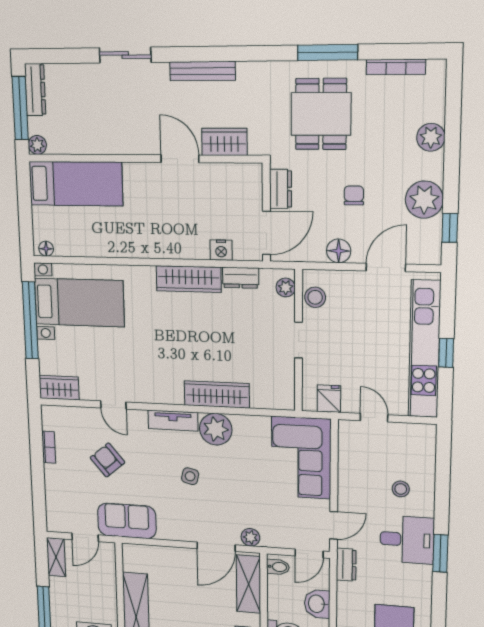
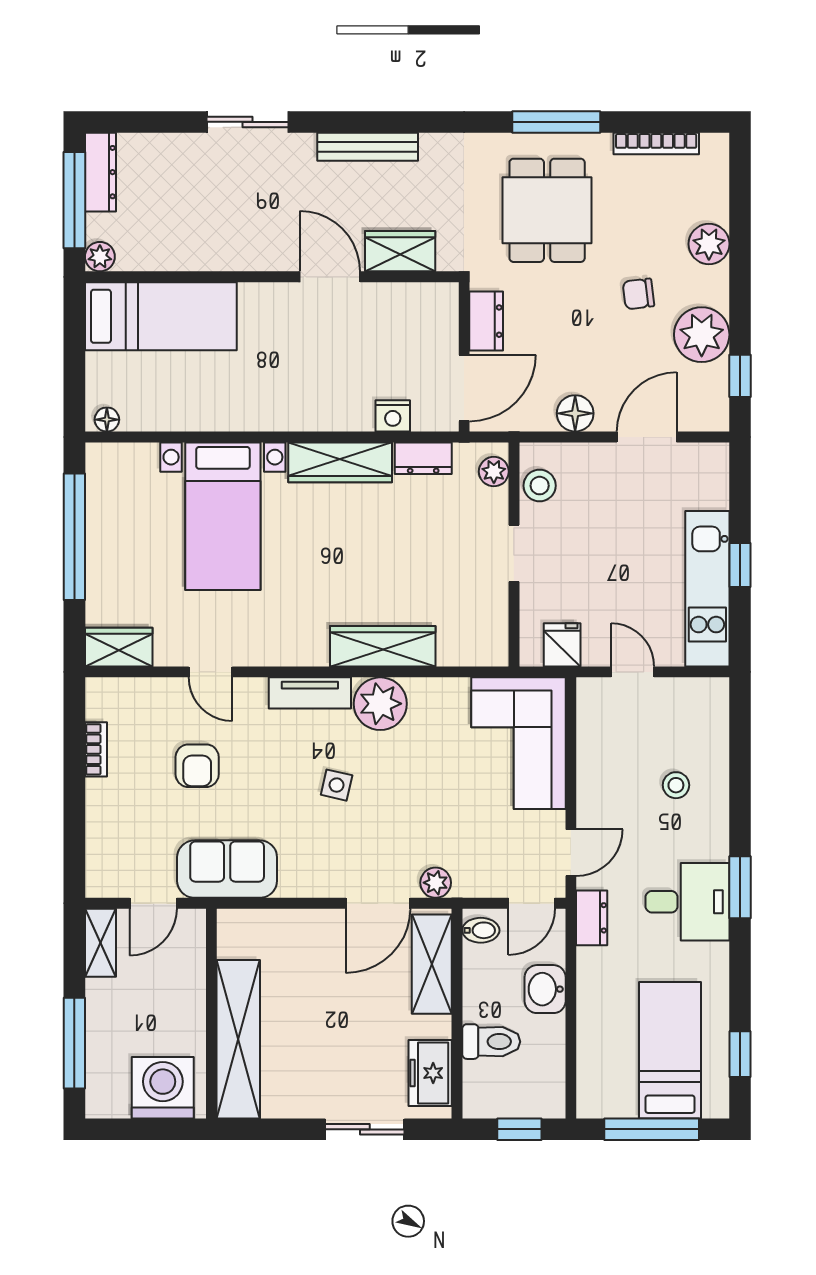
chair: (354, 195) -> (638, 294), moved, turned -97
bed with nightstands: (79, 302) -> (223, 516), moved, turned 90
kitchen unit: (424, 349) -> (707, 589), width x0.73
armchair: (107, 460) -> (197, 766), turned -140
desk: (407, 540) -> (687, 902), moved

